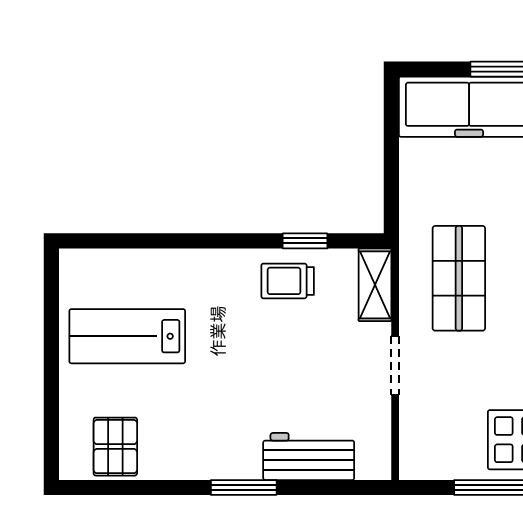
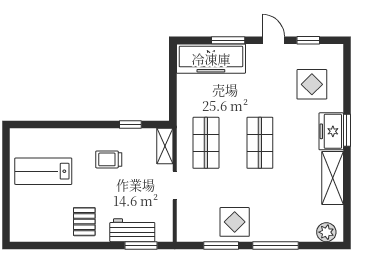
trolley: (288, 281) -> (109, 159), moved
pallet: (115, 447) -> (84, 222), moved
window: (244, 487) -> (141, 245), moved

